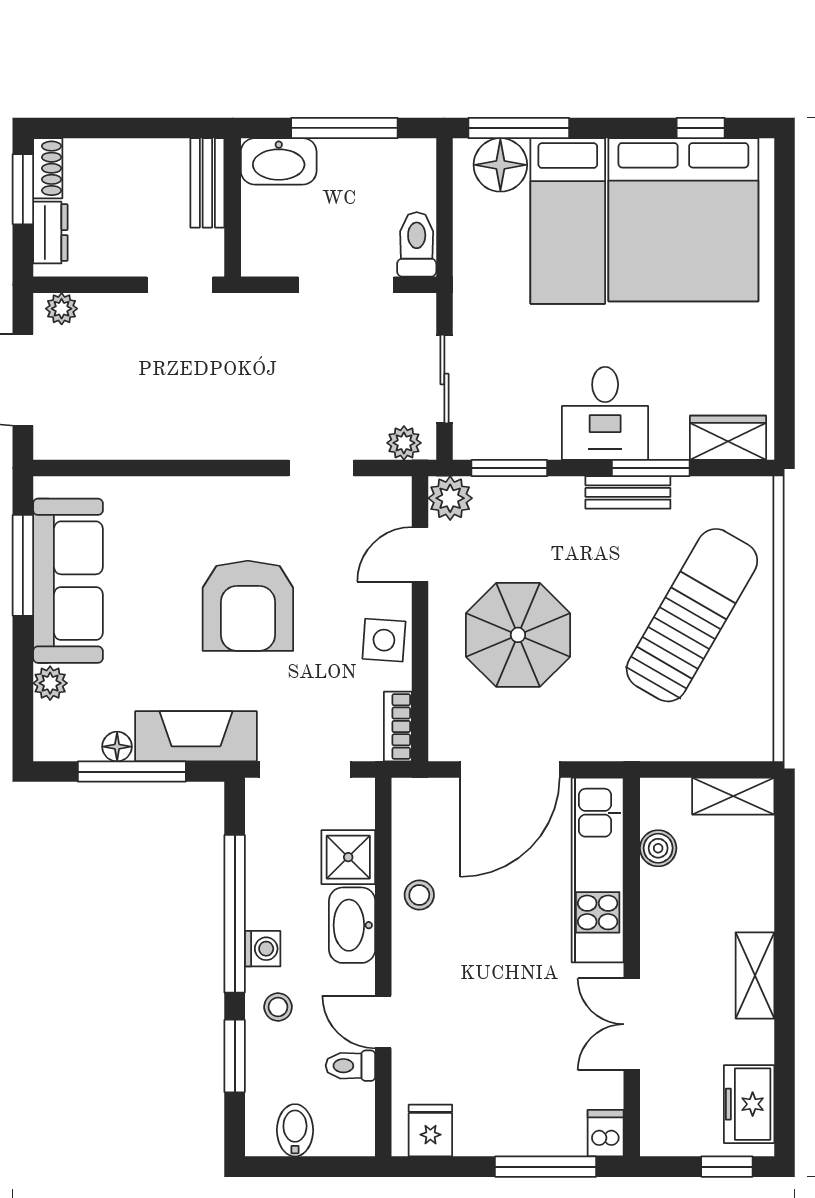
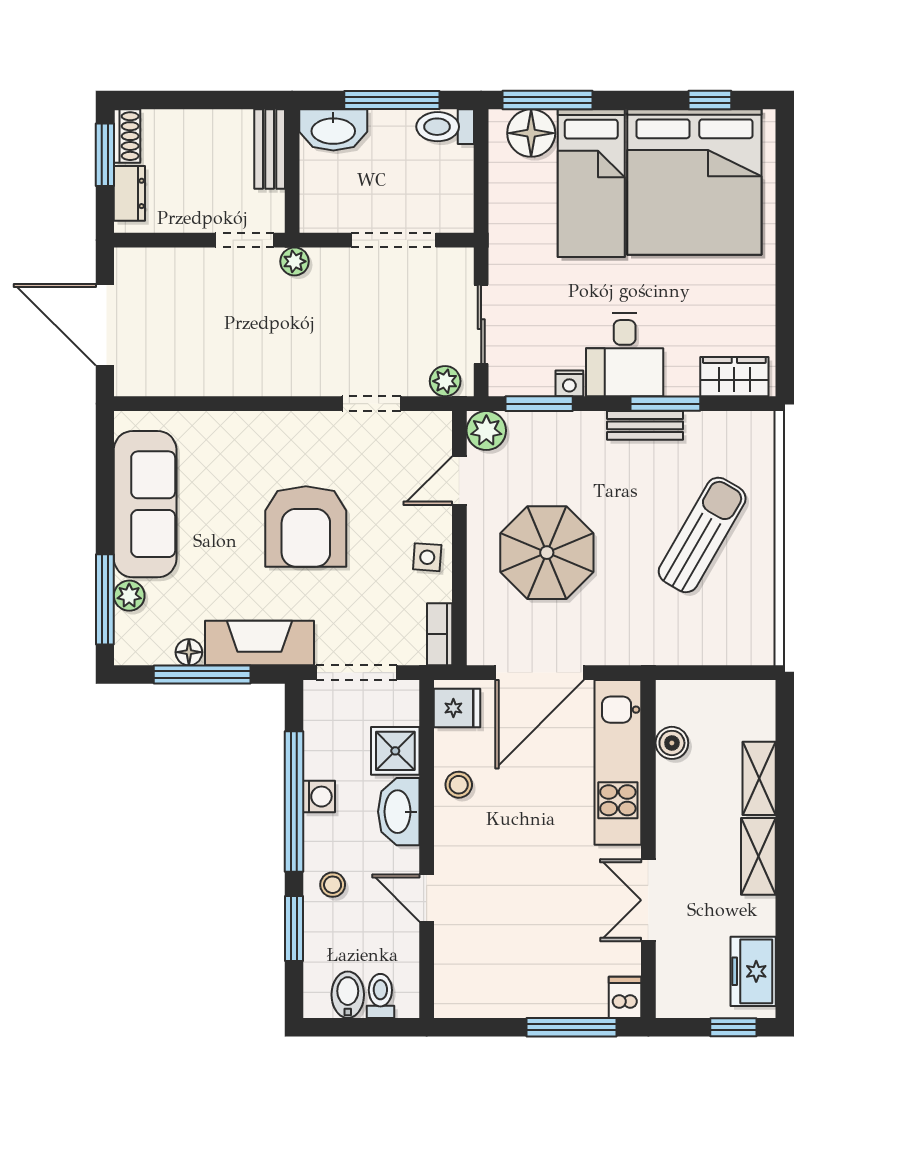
toilet: (417, 244) -> (445, 127), moved, turned -90
plant: (62, 309) -> (295, 261), moved
nightstand: (543, 445) -> (569, 383), added
window: (23, 565) -> (105, 599), moved
sun lounger: (692, 615) -> (702, 535), width x0.73, depth x0.75
side table: (384, 640) -> (427, 557), width x0.73, depth x0.73
shelving: (733, 796) -> (759, 778), moved, turned 90
washing machine: (263, 949) -> (319, 797), moved
toilet: (350, 1066) -> (380, 996), moved, turned 90
fridge: (430, 1131) -> (457, 708), moved, turned 90

